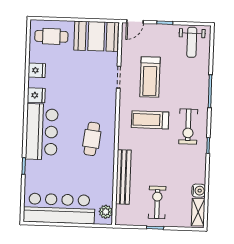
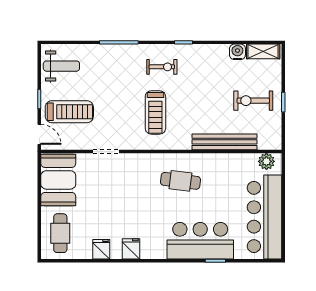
treadmill: (150, 77) -> (69, 112), moved
exercise bike: (188, 127) -> (162, 67), width x0.73, depth x0.72
bar counter: (42, 132) -> (200, 241), moved

